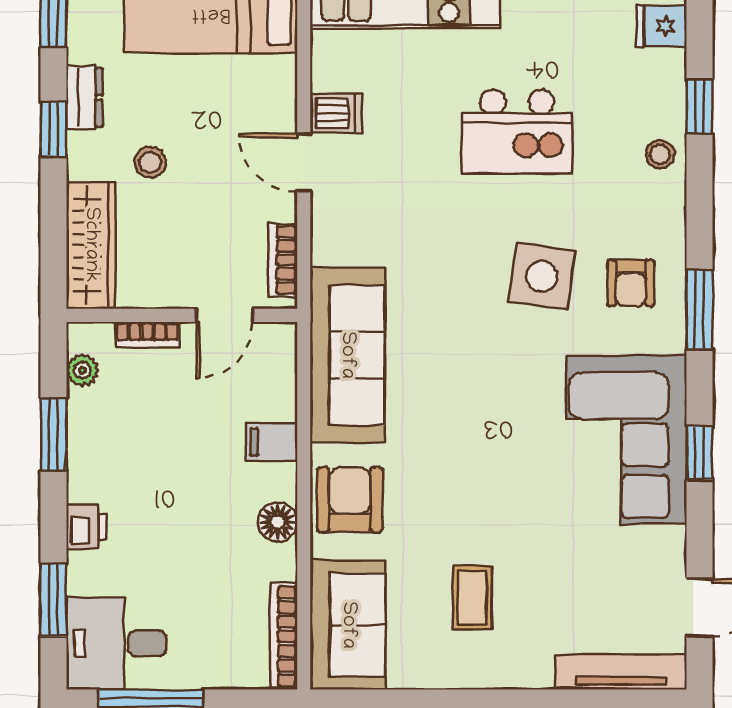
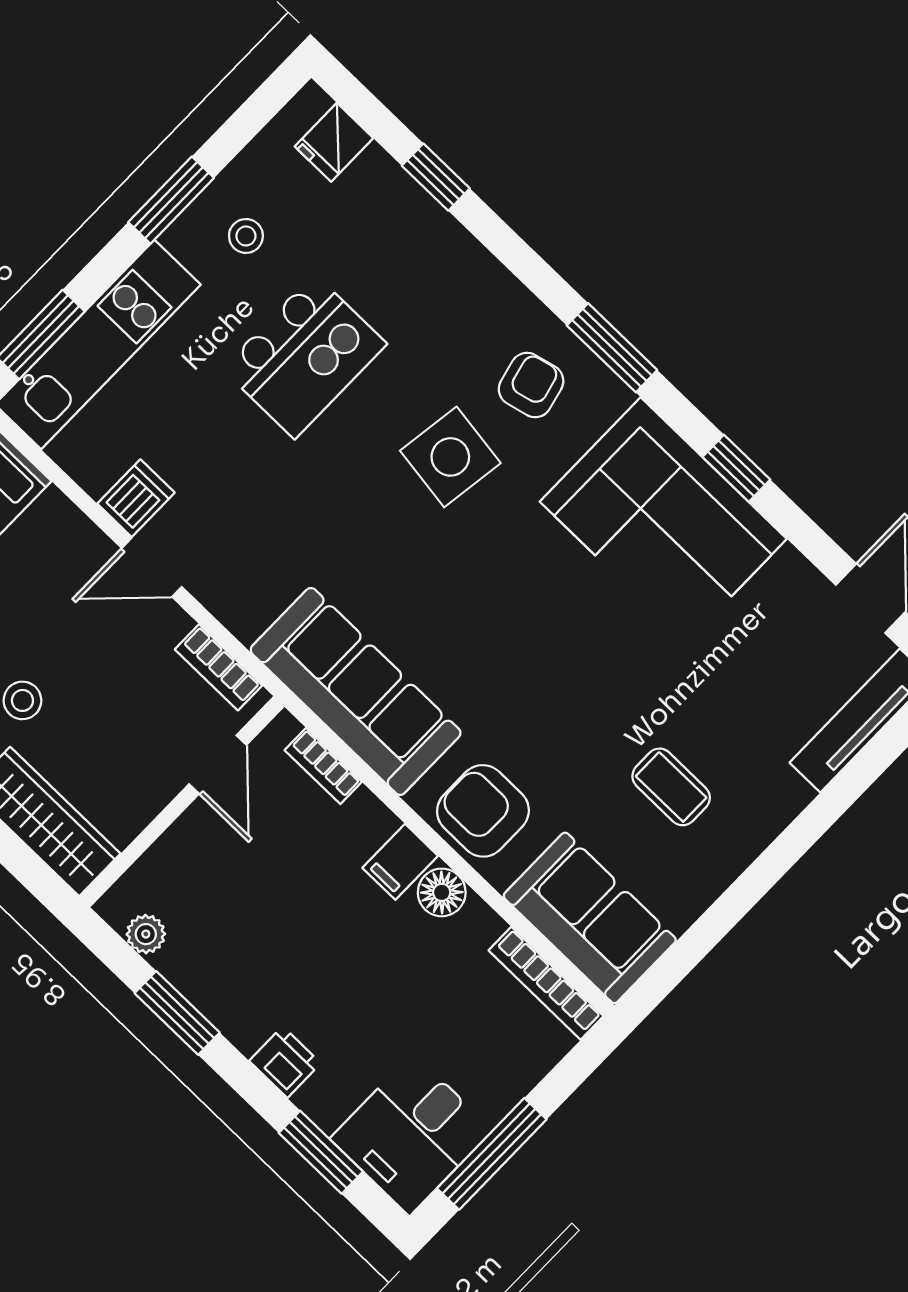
stool: (660, 154) -> (246, 236), moved
armchair: (631, 283) -> (531, 385), turned -104
bookcase: (147, 335) -> (323, 766), moved, turned 90
filing cabinet: (272, 442) -> (400, 862), moved

